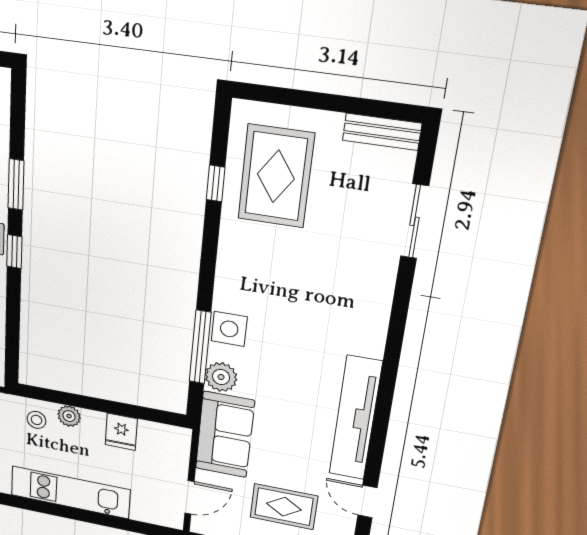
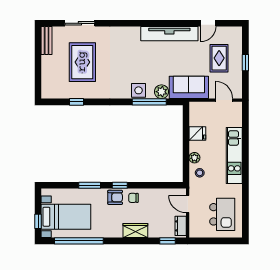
rug: (276, 176) -> (82, 62), moved, turned 90

